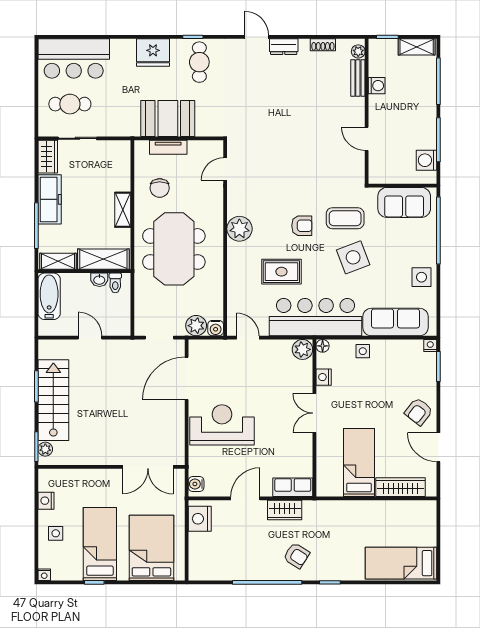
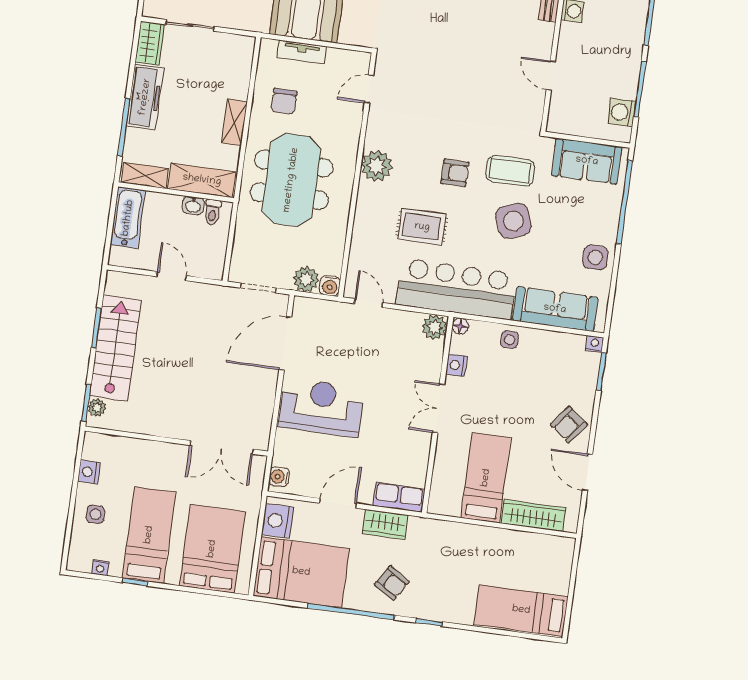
bed: (224, 557) -> (301, 572), added
nightstand: (44, 575) -> (100, 568), moved

